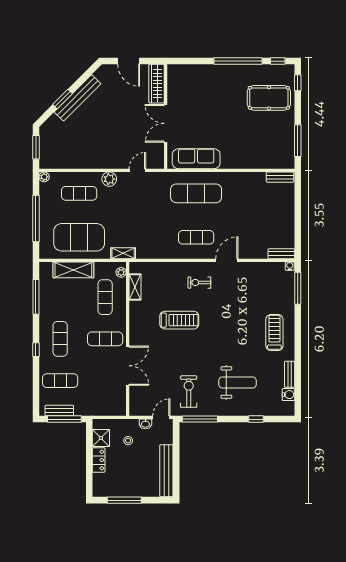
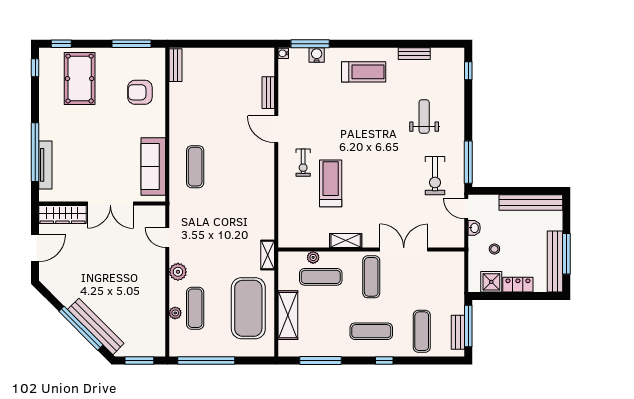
window: (238, 61) -> (35, 152), moved
tv unit: (198, 70) -> (45, 165), added
bench: (78, 98) -> (96, 326), moved
window: (63, 99) -> (81, 328), width x2.11
armchair: (258, 148) -> (140, 92), added
plant: (44, 177) -> (175, 313), moved
exercise mat: (196, 193) -> (195, 167), width x0.73, depth x0.69
window: (36, 218) -> (206, 360), moved
exercise mat: (196, 237) -> (248, 167), removed
bench: (281, 254) -> (268, 93), moved
plant: (121, 272) -> (313, 257), moved
shelving: (135, 287) -> (346, 241), moved
treadmill: (179, 320) -> (331, 183), moved
treadmill: (274, 333) -> (364, 72), turned 180
weight bench: (238, 383) -> (424, 117), width x0.73, depth x0.75
exercise bike: (189, 392) -> (435, 176), turned -90
water cooler: (288, 395) -> (317, 55), moved
window: (256, 419) -> (468, 71), moved
bench: (118, 491) -> (555, 261), added

